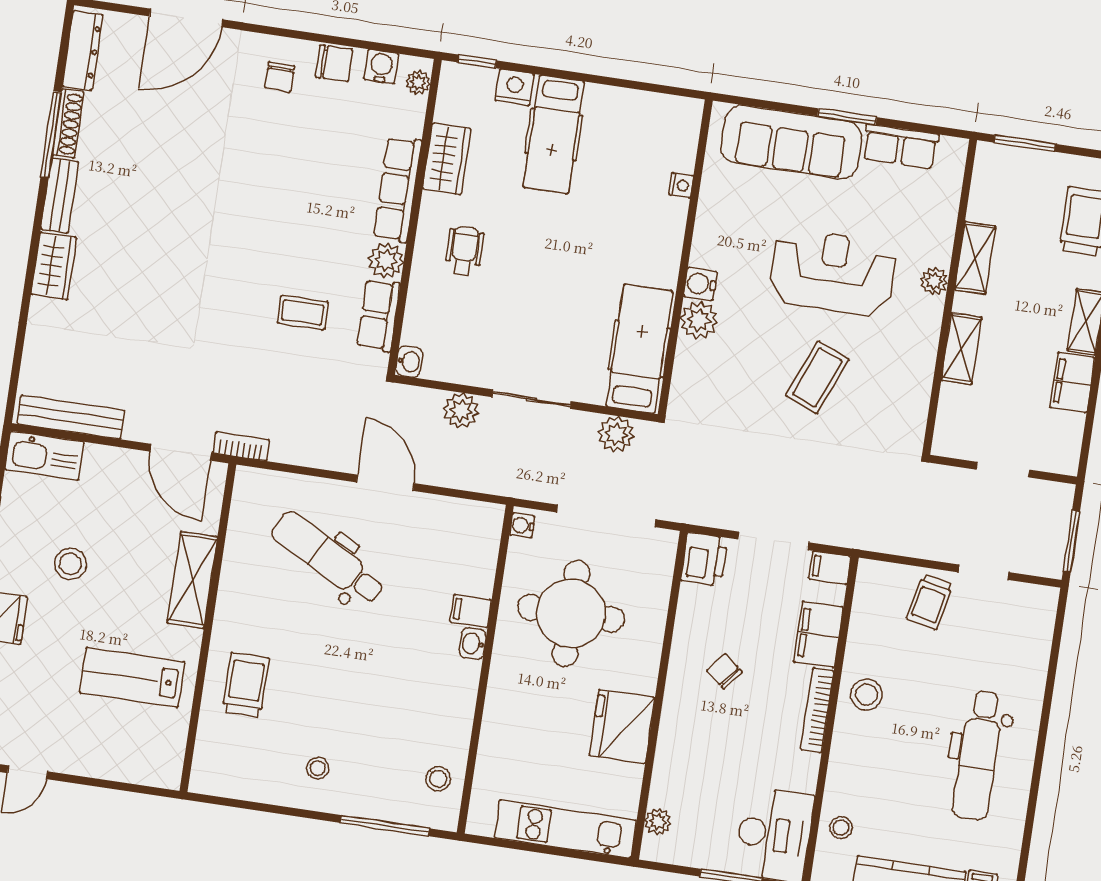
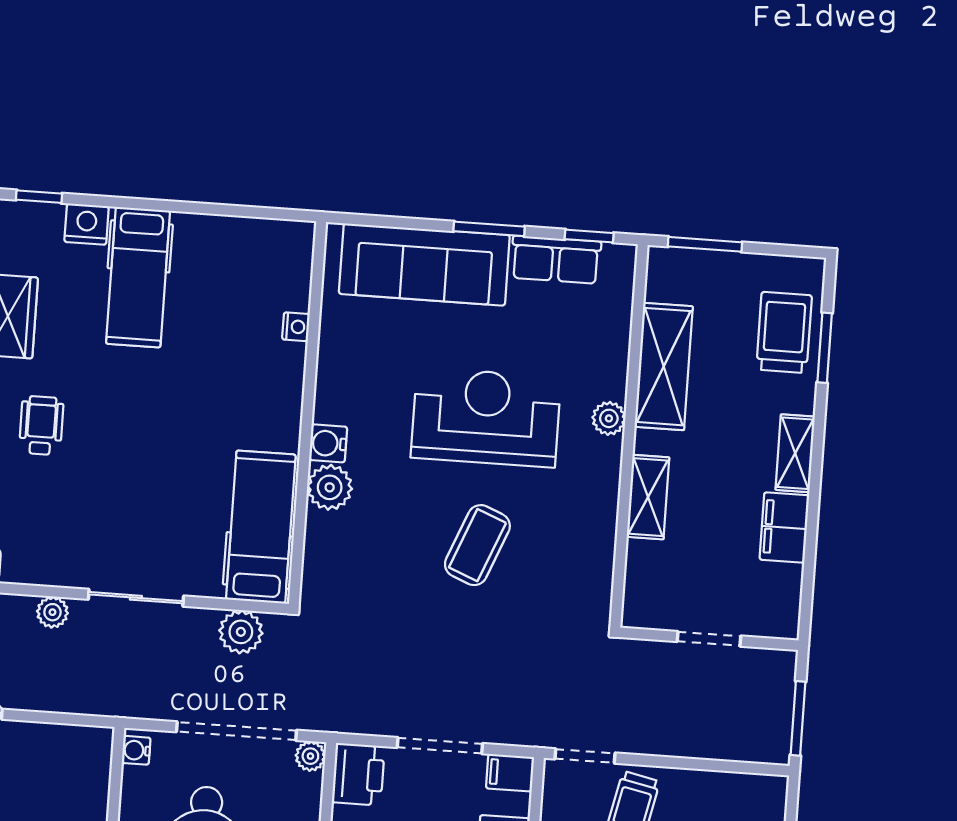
window: (929, 129) -> (589, 236), added
shelving: (975, 258) -> (664, 367), width x1.50, depth x1.33
plant: (461, 411) -> (52, 612), width x0.73, depth x0.73
plant: (666, 541) -> (310, 756), added
doorway: (984, 572) -> (585, 756), moved

